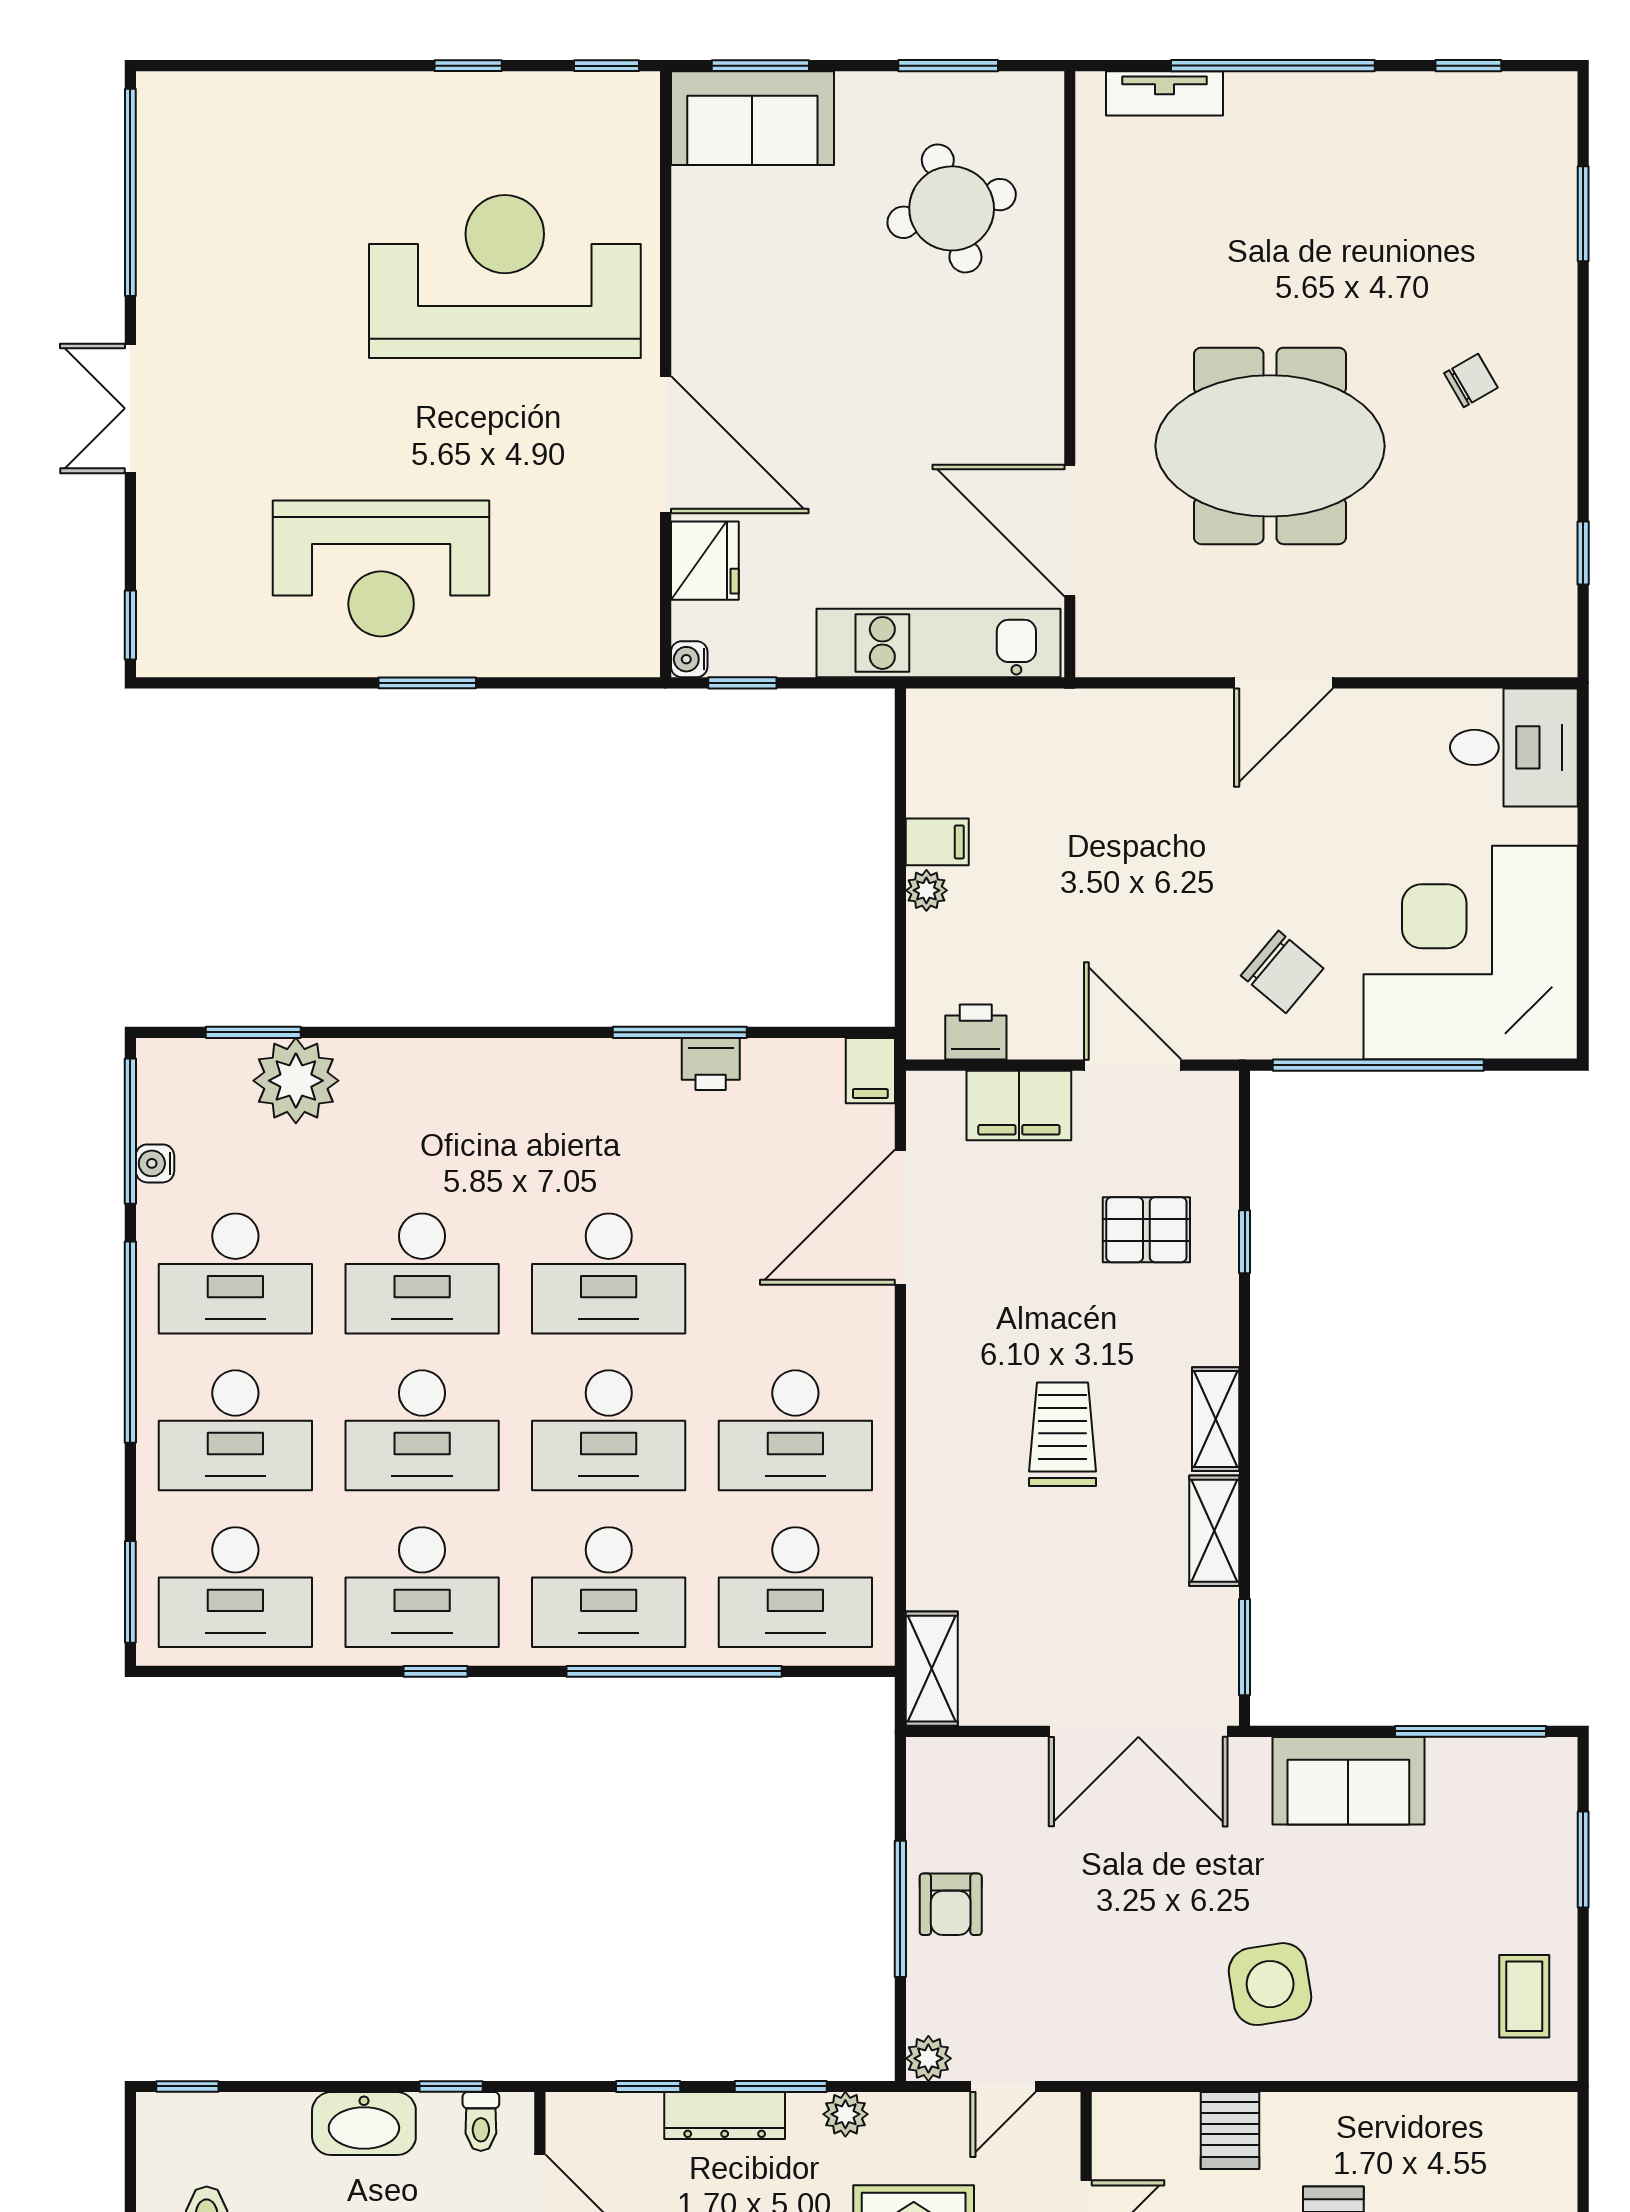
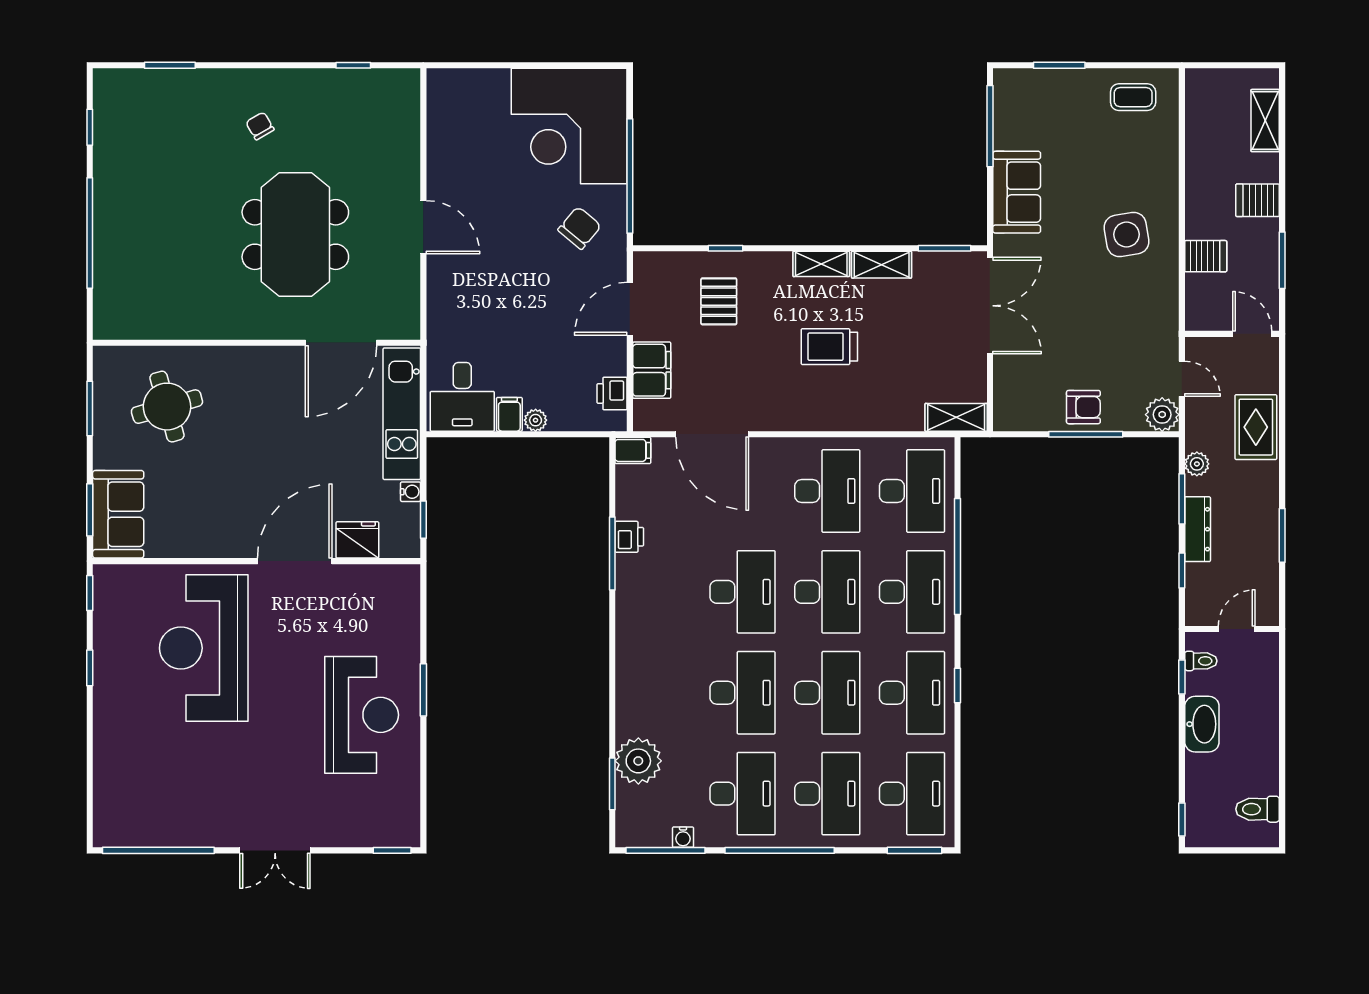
tv unit: (1164, 93) -> (105, 292), removed
water cooler: (689, 659) -> (411, 492), moved, turned -90
desk: (1514, 747) -> (462, 397), moved, turned 180
plant: (928, 2058) -> (1162, 415), width x1.38, depth x1.38

